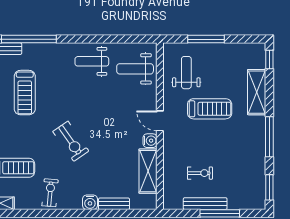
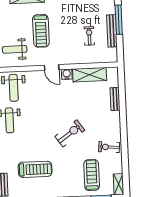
treadmill: (210, 109) -> (41, 31), turned 180
door: (160, 121) -> (52, 67), hinge flipped
water cooler: (90, 202) -> (115, 117), removed

